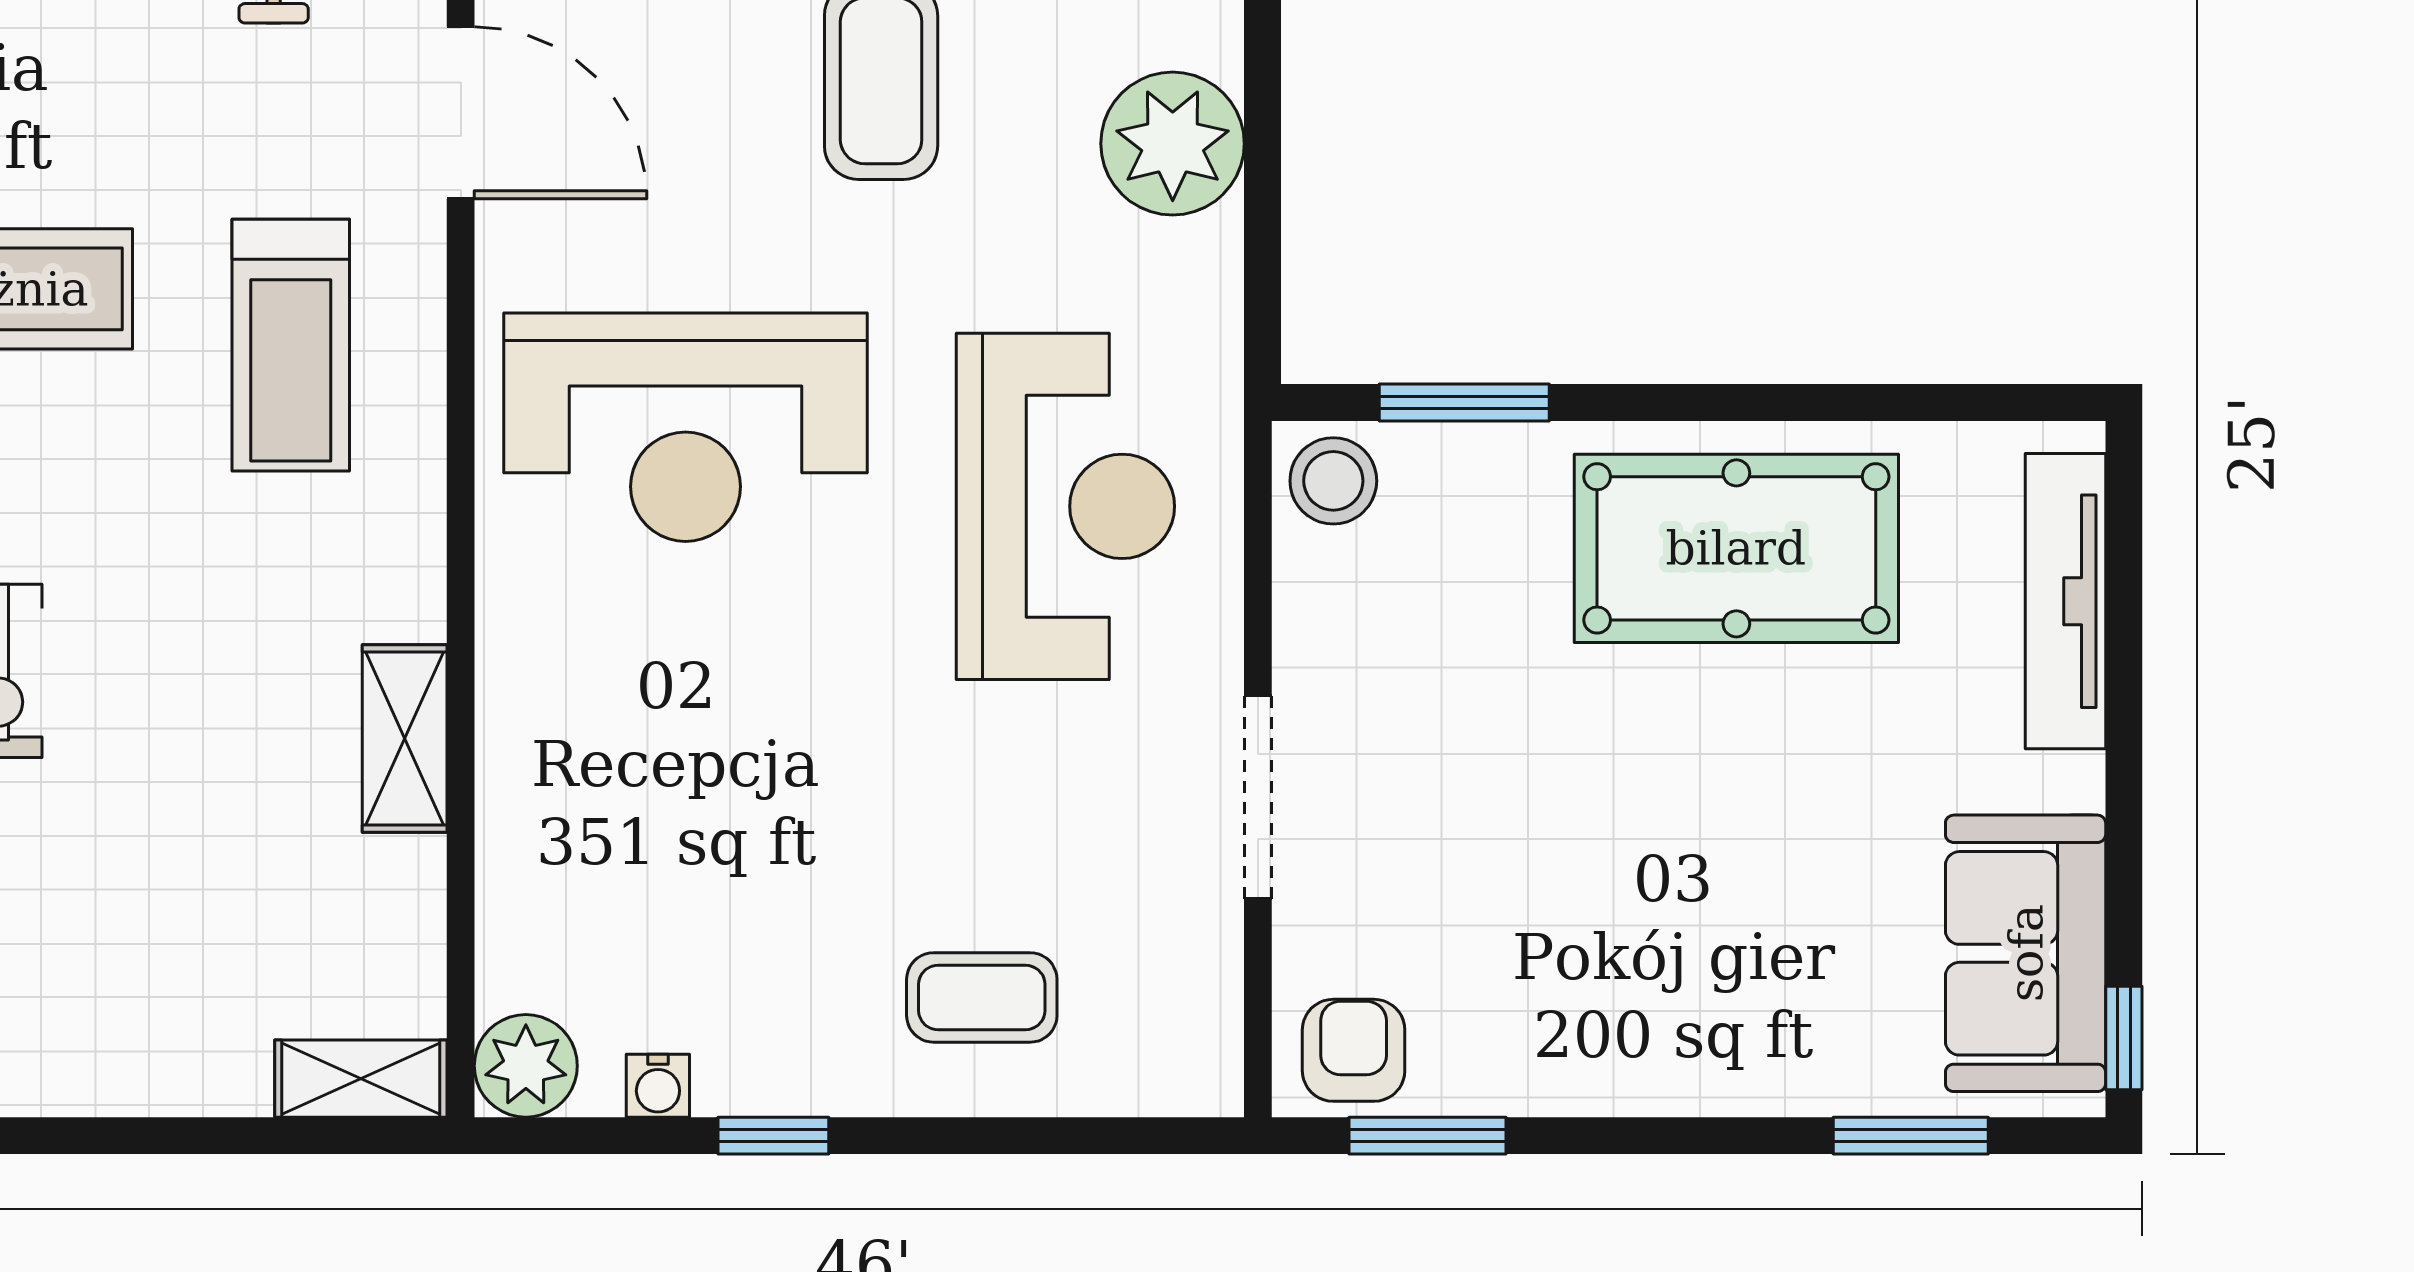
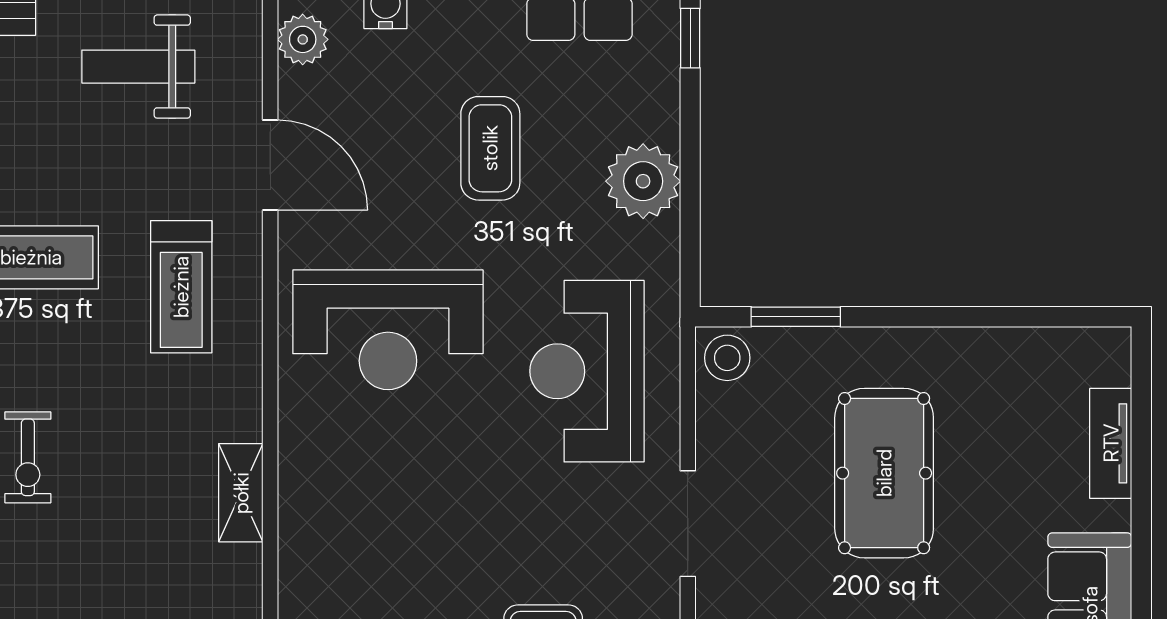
reception desk: (1065, 506) -> (587, 371), turned 180
pool table: (1736, 548) -> (884, 473), moved, turned 90
tv unit: (2066, 601) -> (1111, 443), width x0.71

